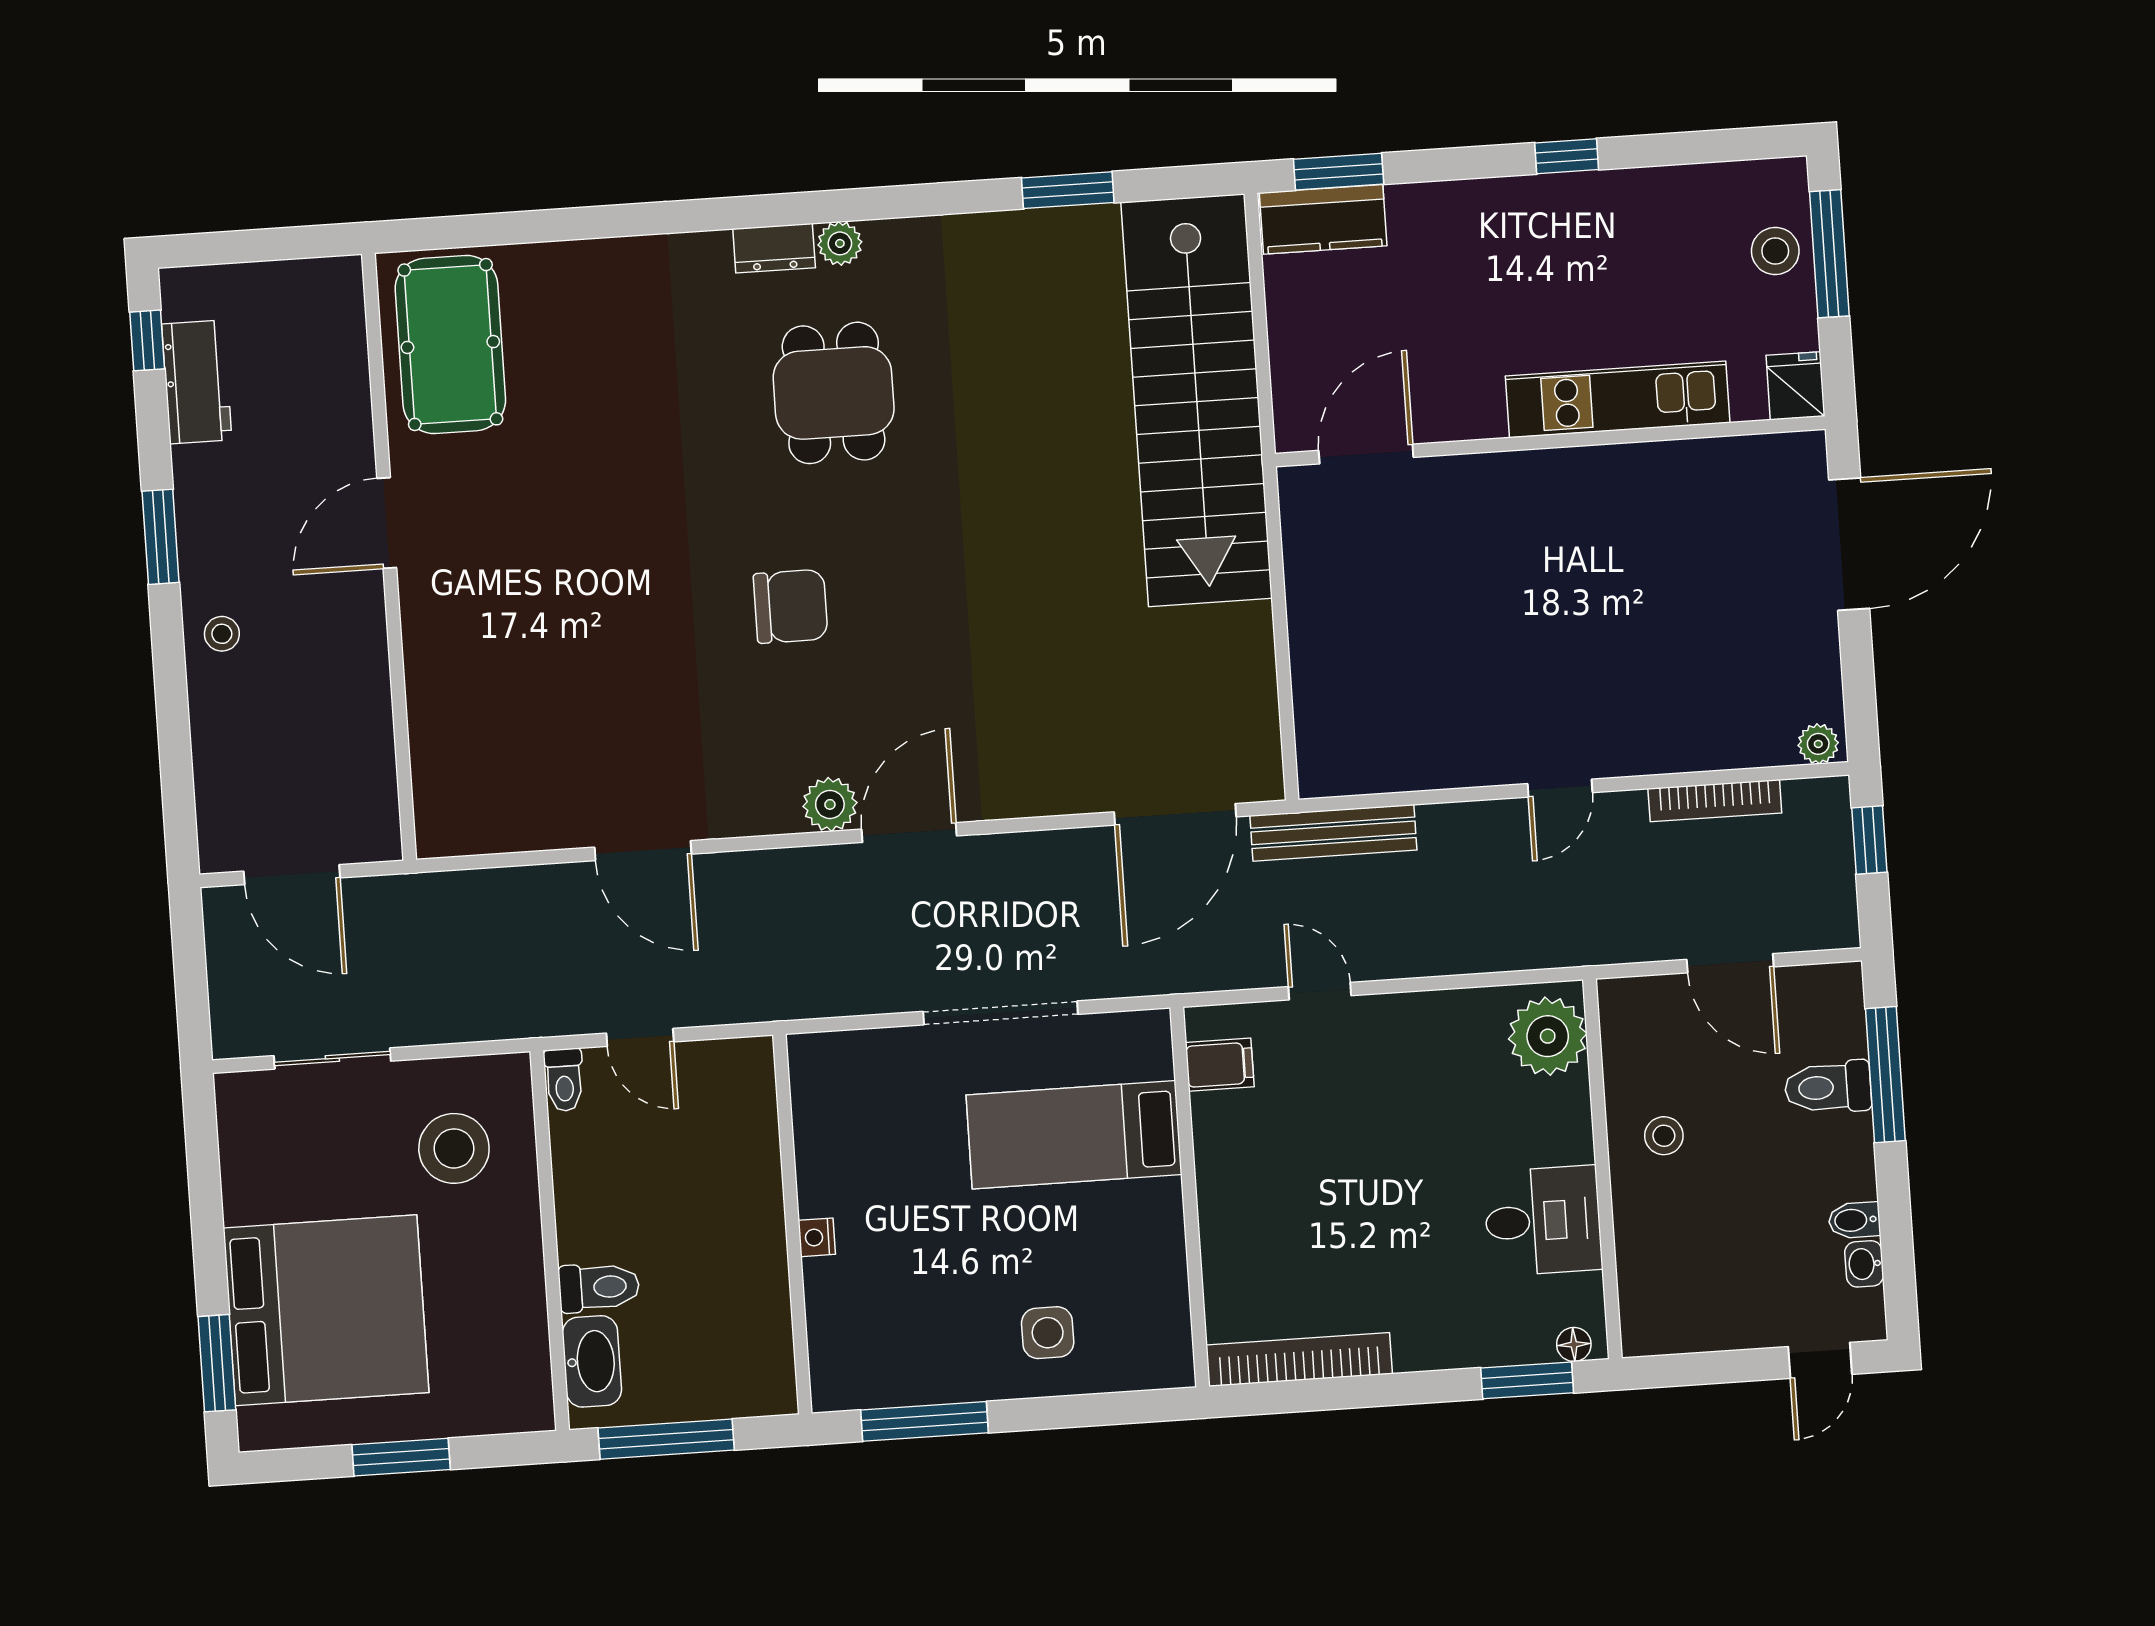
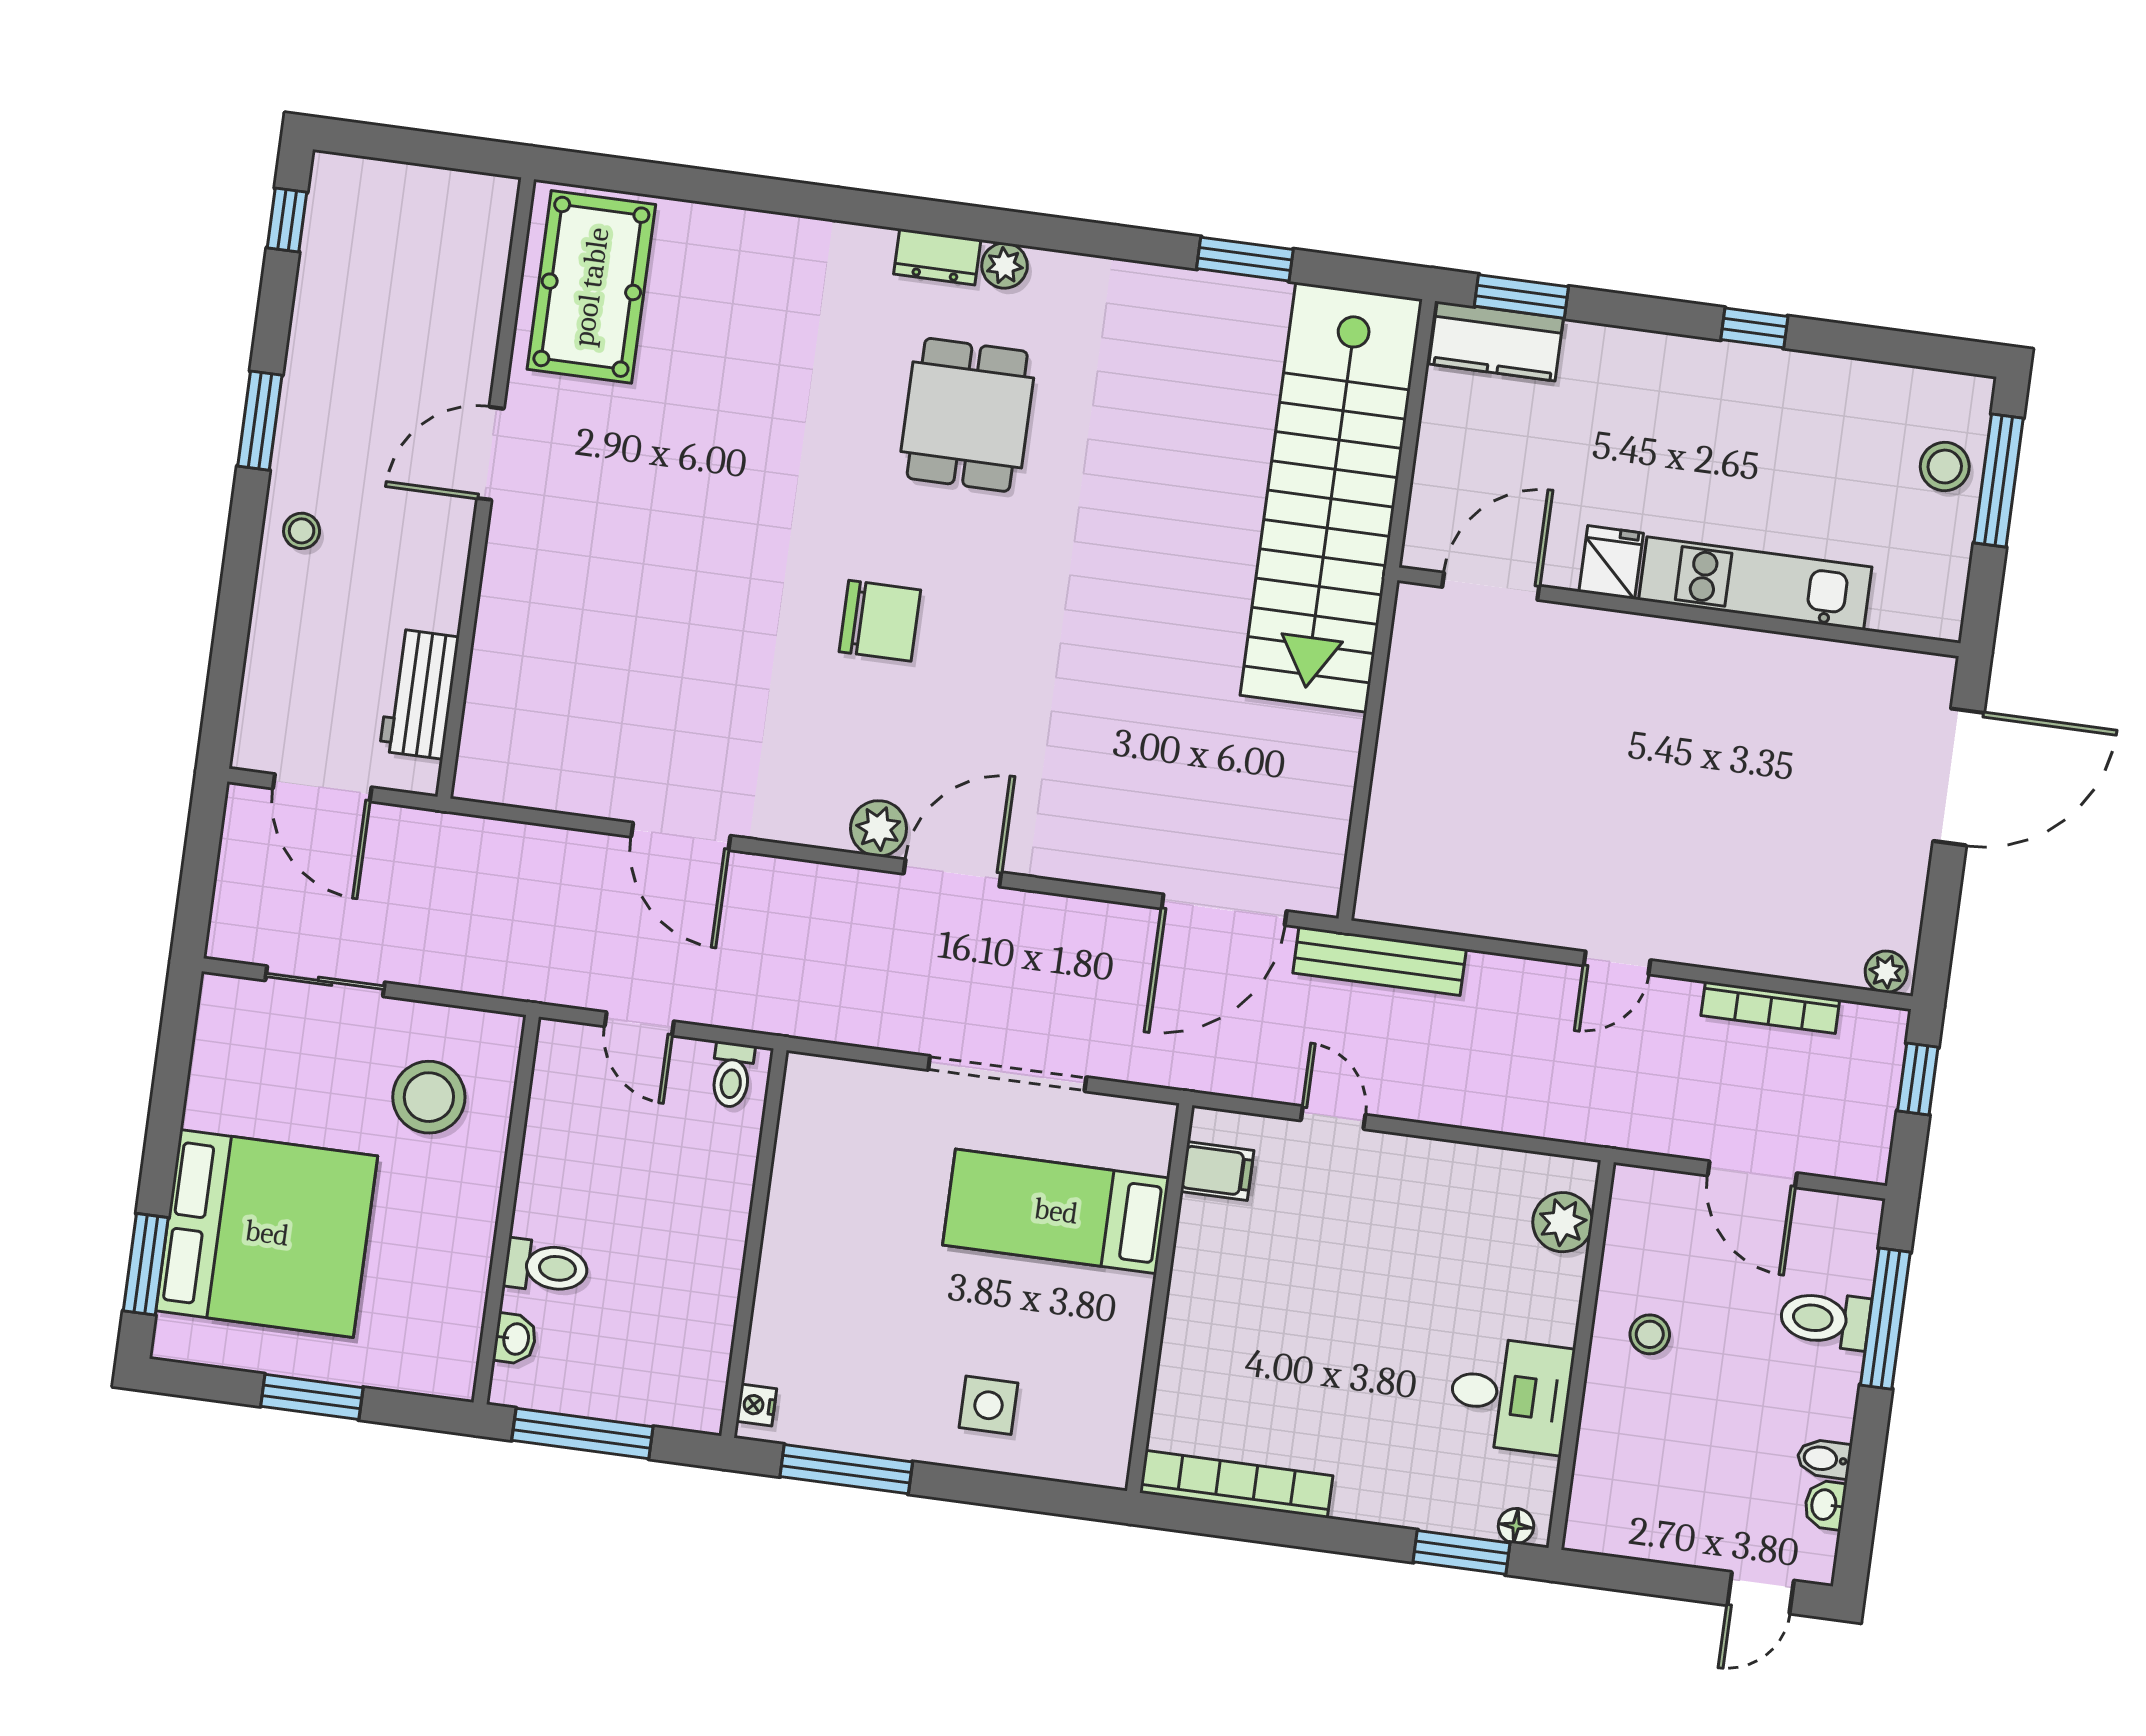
workbench: (197, 382) -> (419, 694), moved, turned 180
fridge: (1795, 386) -> (1611, 562), moved
plant: (1548, 1036) -> (1563, 1222), width x0.73, depth x0.73
toilet: (564, 1080) -> (732, 1075), moved
nightstand: (817, 1237) -> (756, 1405), moved
washbasin: (592, 1361) -> (515, 1339), width x0.52, depth x0.69

